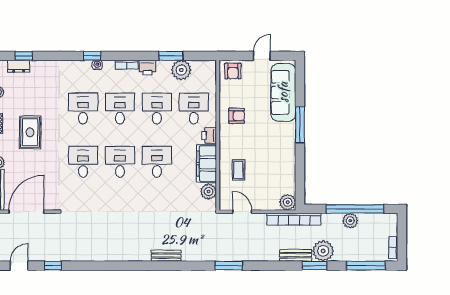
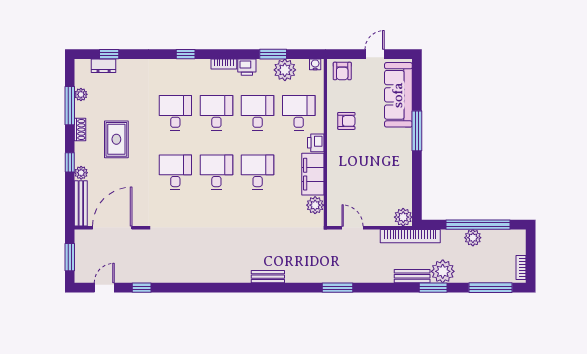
water cooler: (97, 65) -> (315, 64), moved
coffee table: (238, 170) -> (348, 181), removed

